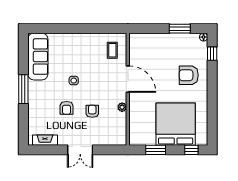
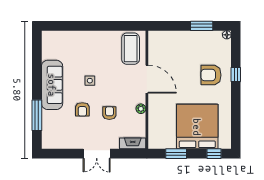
coffee table: (112, 50) -> (131, 49), width x1.86, depth x1.72
window: (212, 54) -> (236, 74), moved
sofa: (38, 57) -> (52, 85), moved
window: (23, 89) -> (37, 115), moved
fireplace: (45, 140) -> (133, 143), moved

